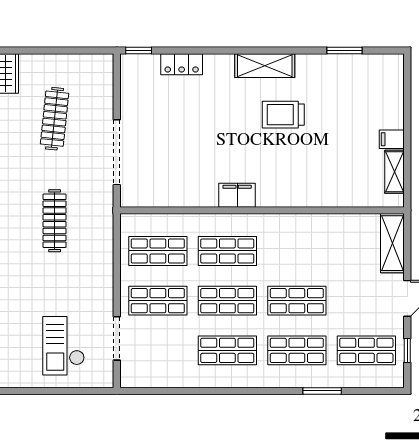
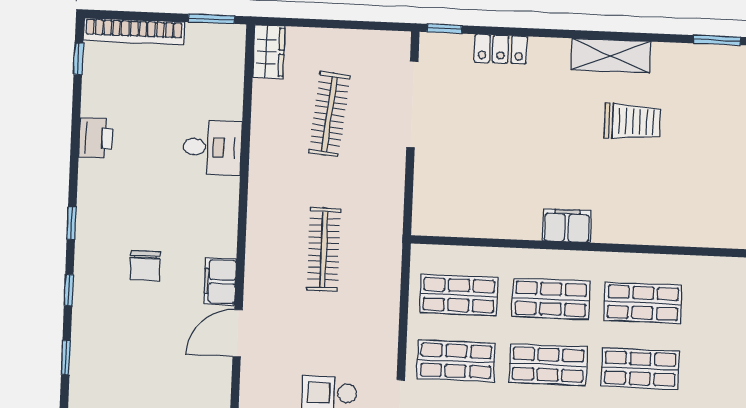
trolley: (283, 115) -> (632, 121), turned 180
doorway: (117, 152) -> (412, 104), moved
shop shelf: (297, 251) -> (643, 303), added

